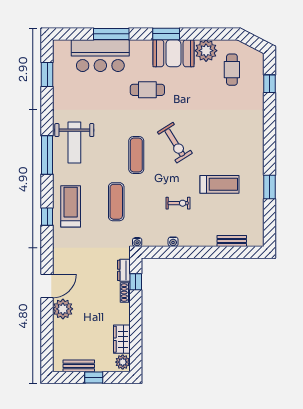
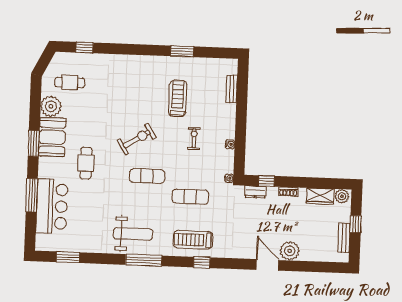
shoe rack: (125, 293) -> (288, 192), moved

